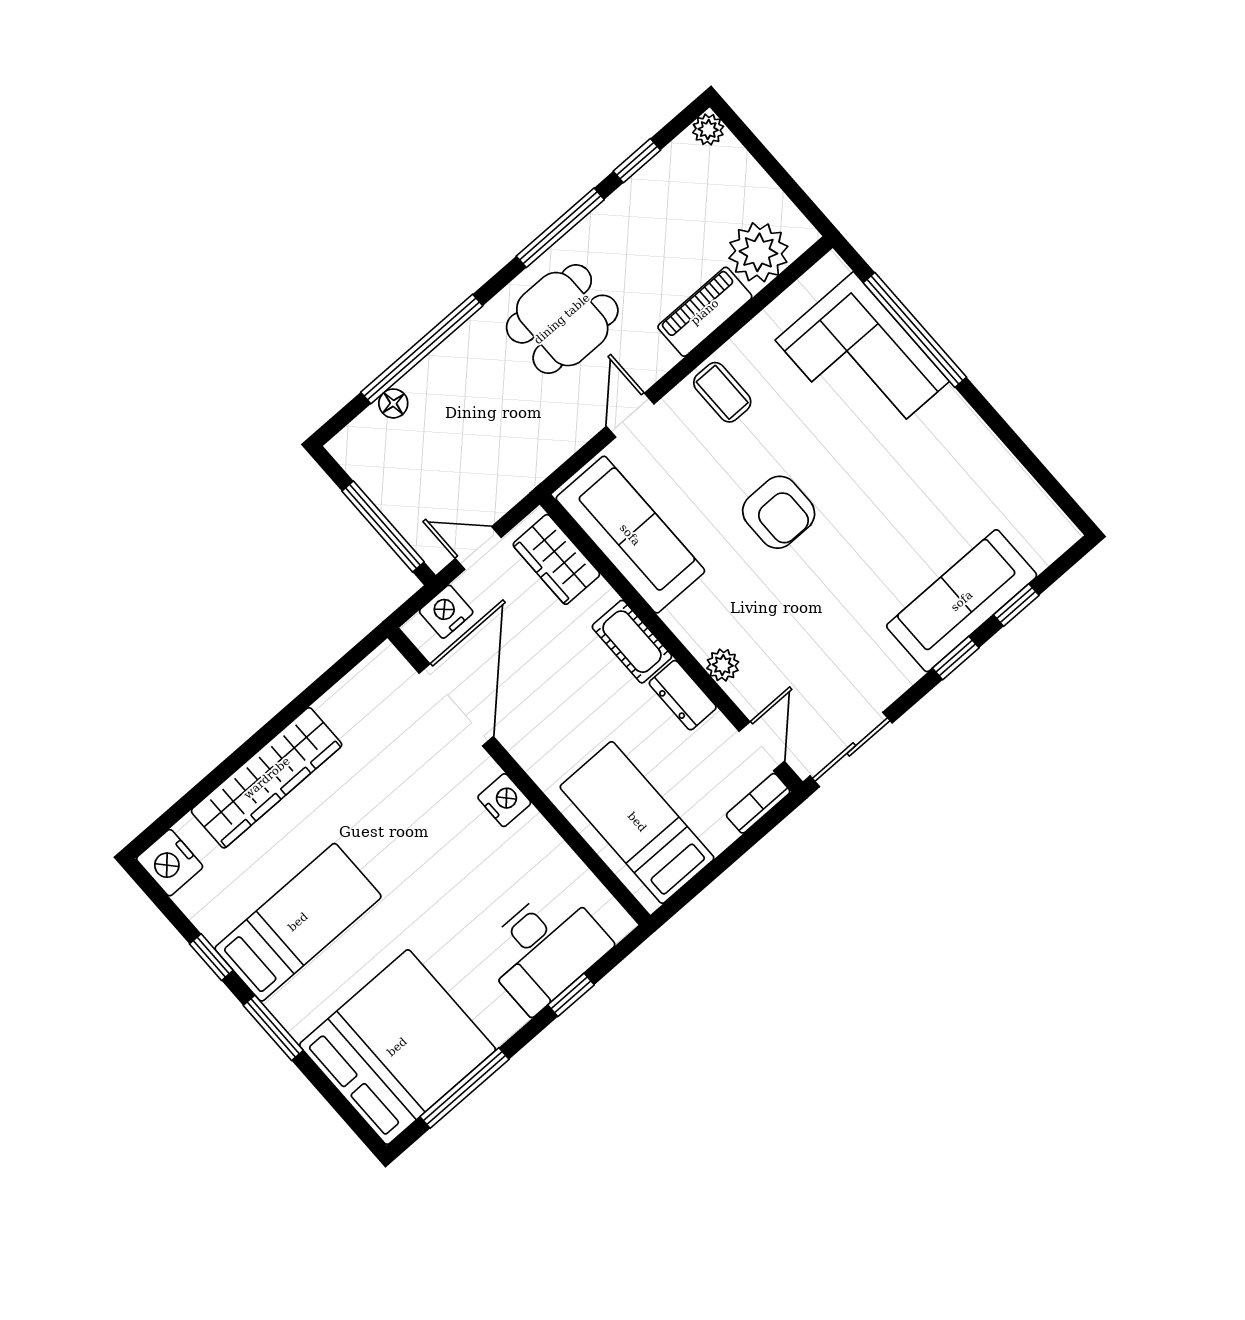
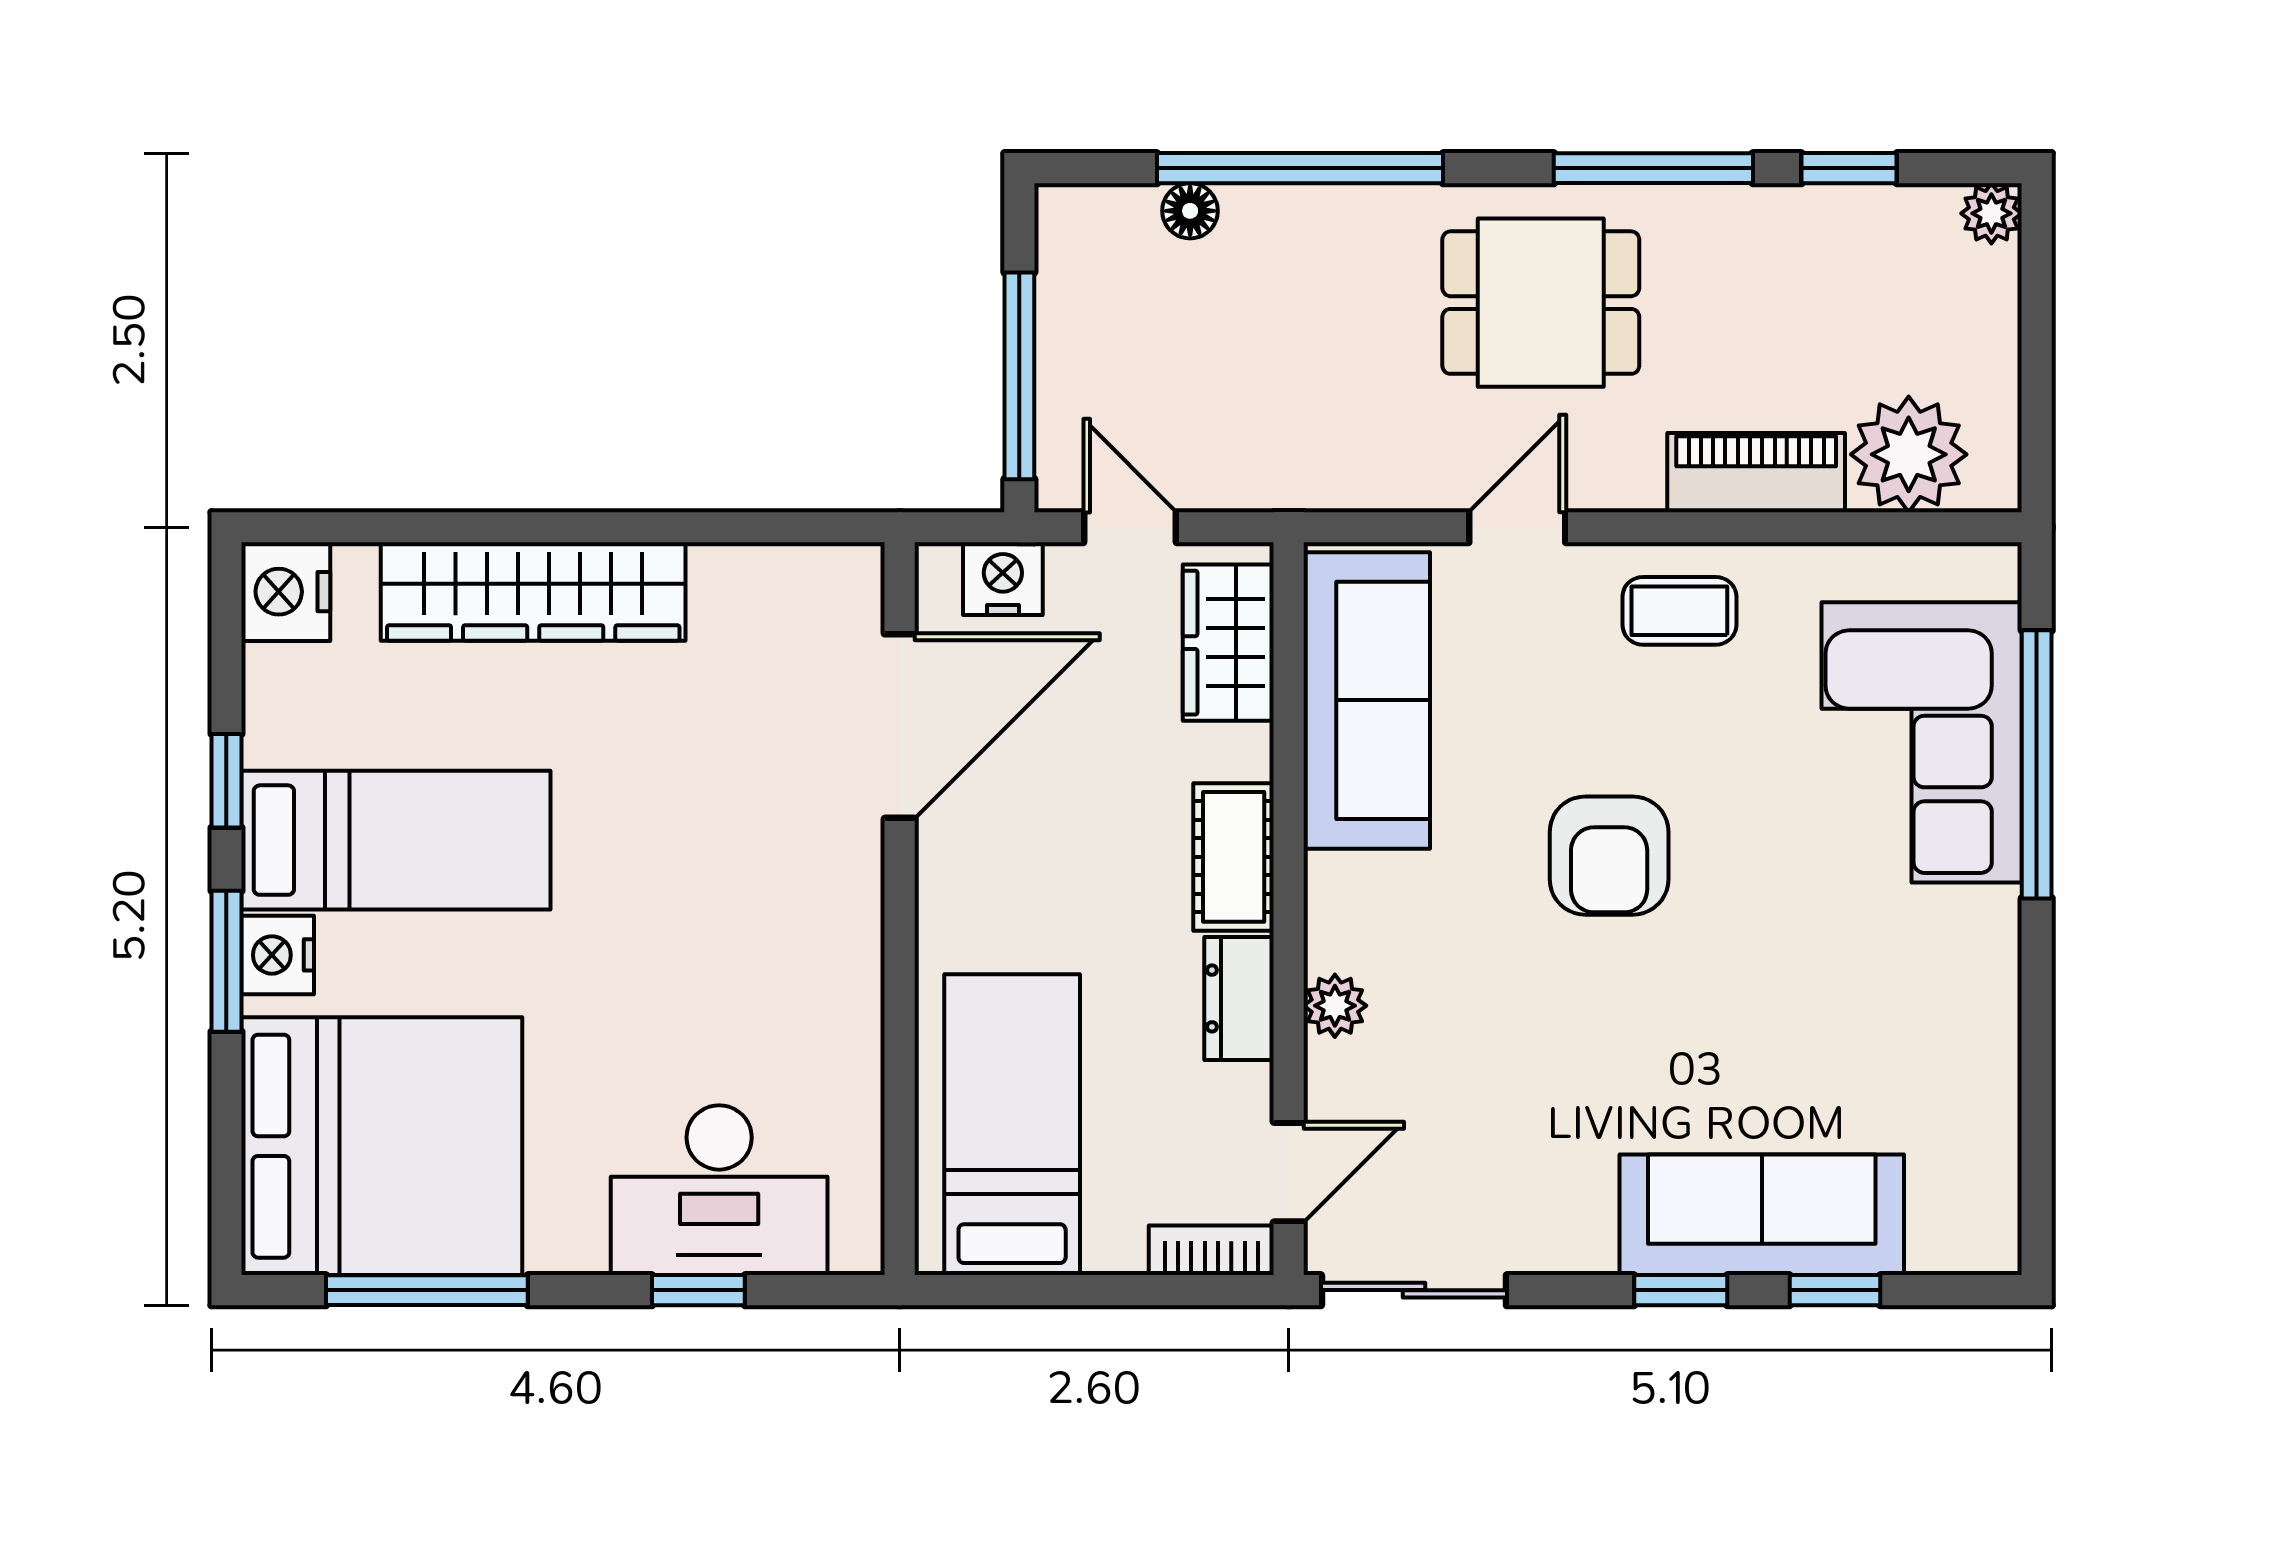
coffee table: (722, 392) -> (1679, 611), turned 90
nightstand: (504, 800) -> (278, 955), moved, turned 180

